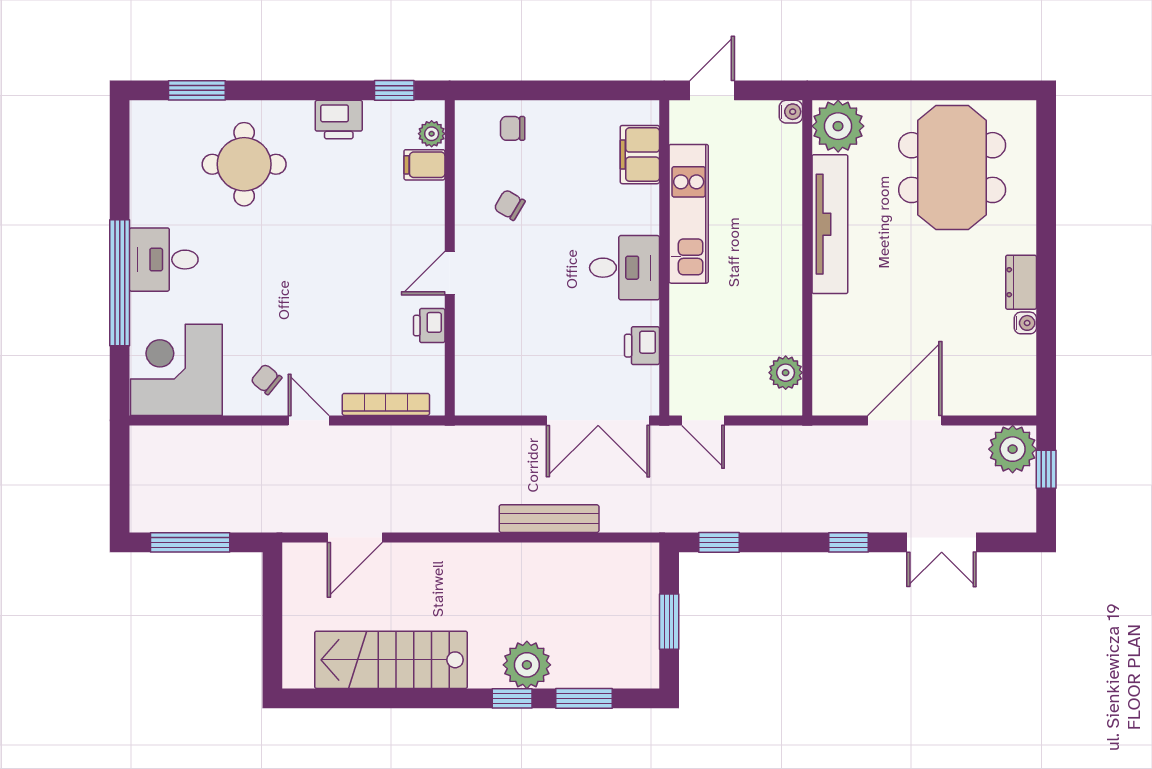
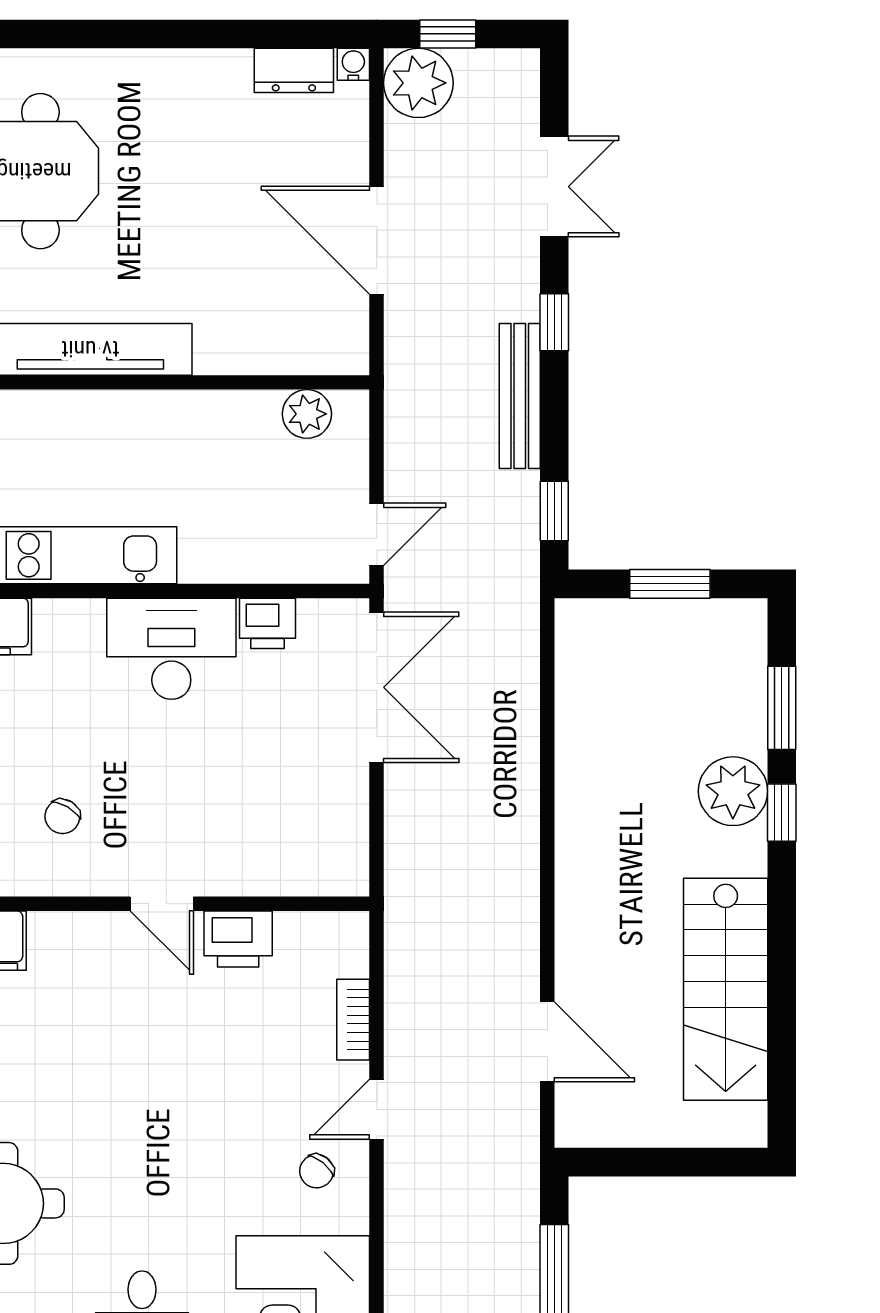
desk: (625, 268) -> (171, 649), width x1.37
dresser: (1021, 282) -> (294, 70), moved
water cooler: (1025, 323) -> (353, 64), moved
printer: (429, 326) -> (238, 939), width x1.36, depth x1.24
bookcase: (386, 404) -> (353, 1020), width x0.64
bench: (549, 519) -> (520, 396), moved

